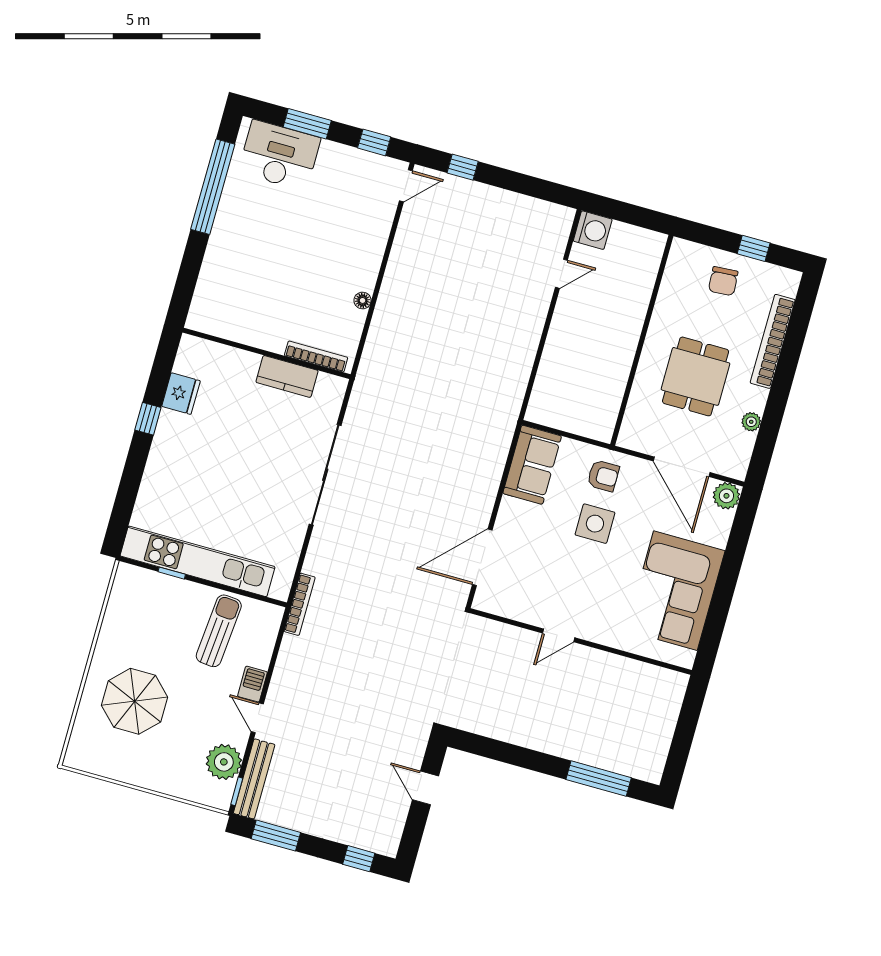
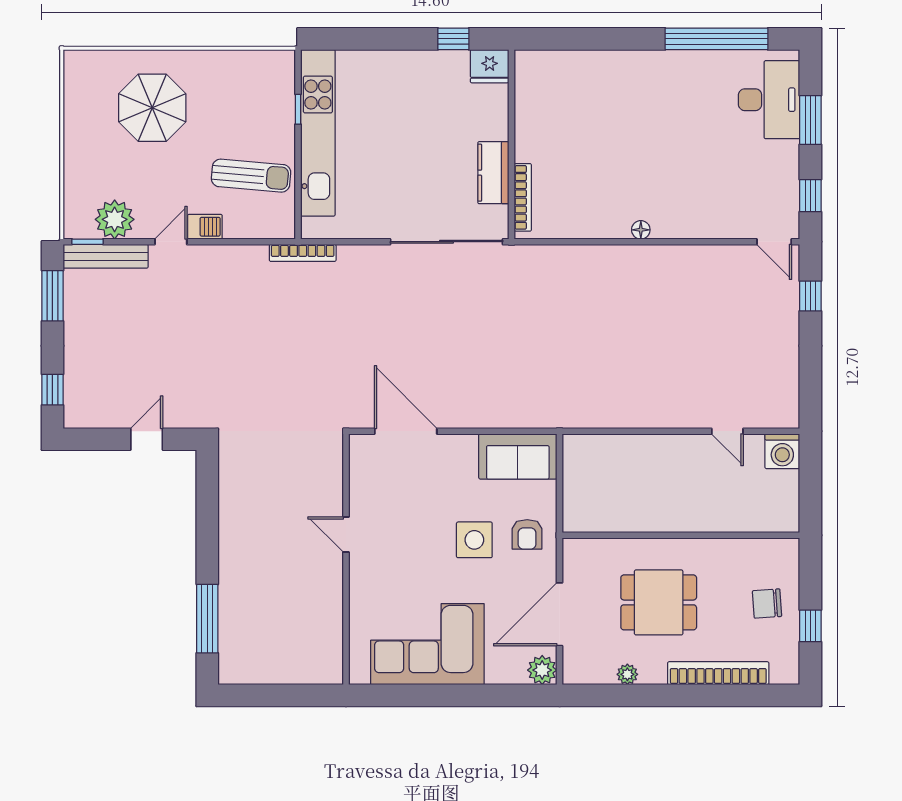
wall: (266, 353) -> (512, 144), moved
bookcase: (316, 357) -> (523, 197), moved
kitchen counter: (287, 376) -> (493, 173), moved

